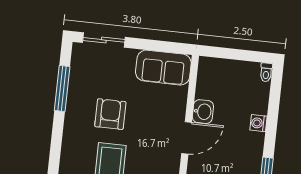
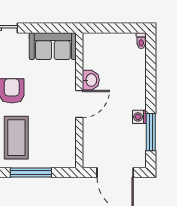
washing machine: (259, 123) -> (139, 117), moved

